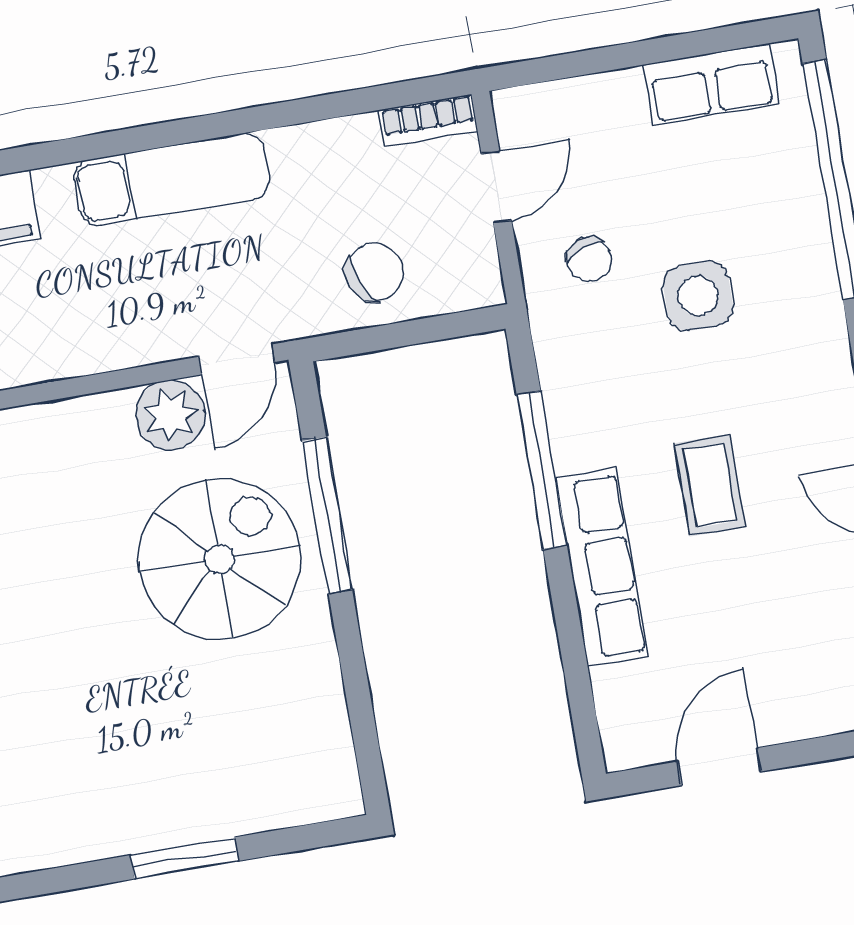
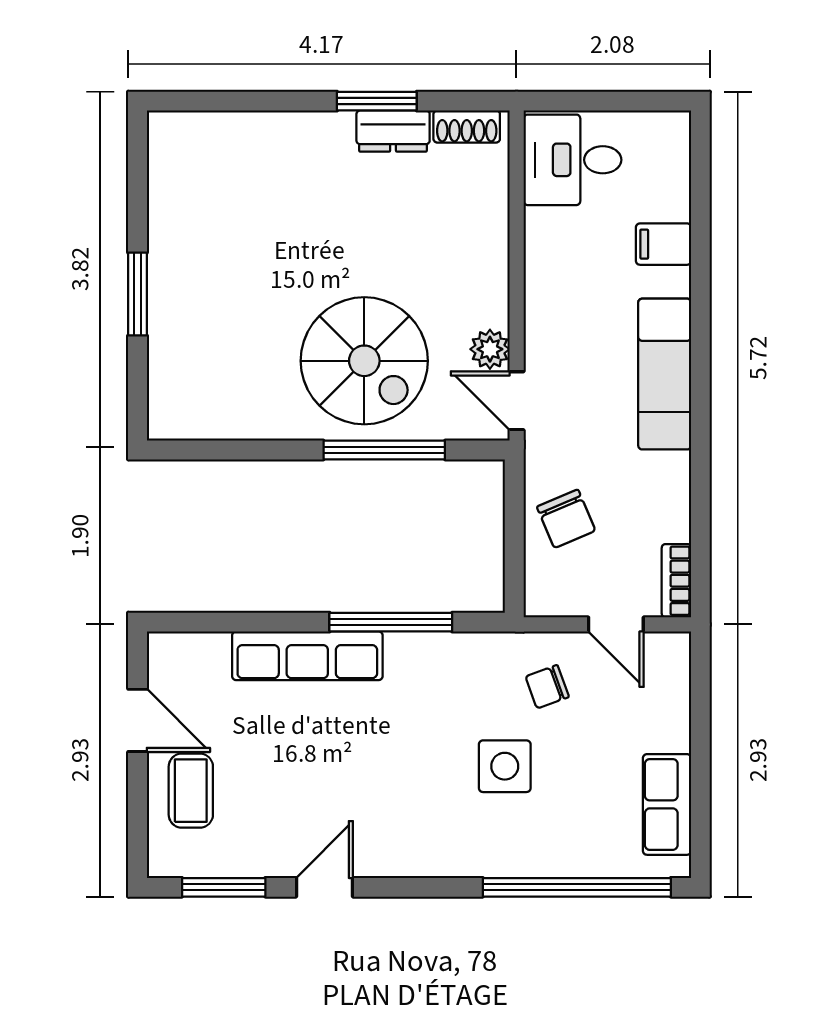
plant: (170, 415) -> (490, 349), width x0.73, depth x0.73
coffee table: (710, 485) -> (191, 791), moved, turned 90

